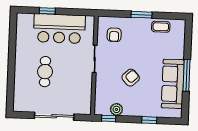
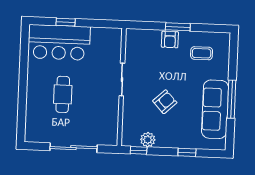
coffee table: (161, 27) -> (202, 53), moved
bar counter: (59, 29) -> (59, 42), moved
armchair: (114, 35) -> (170, 40), moved

